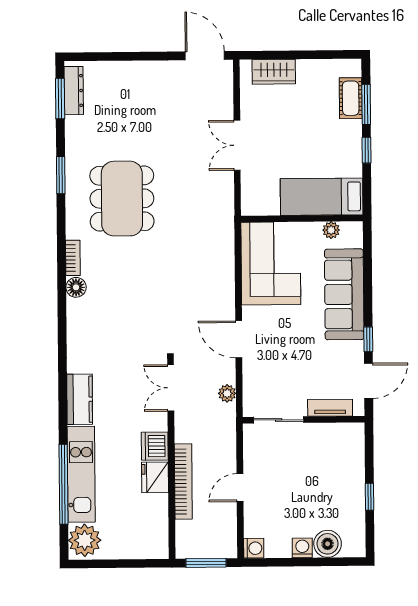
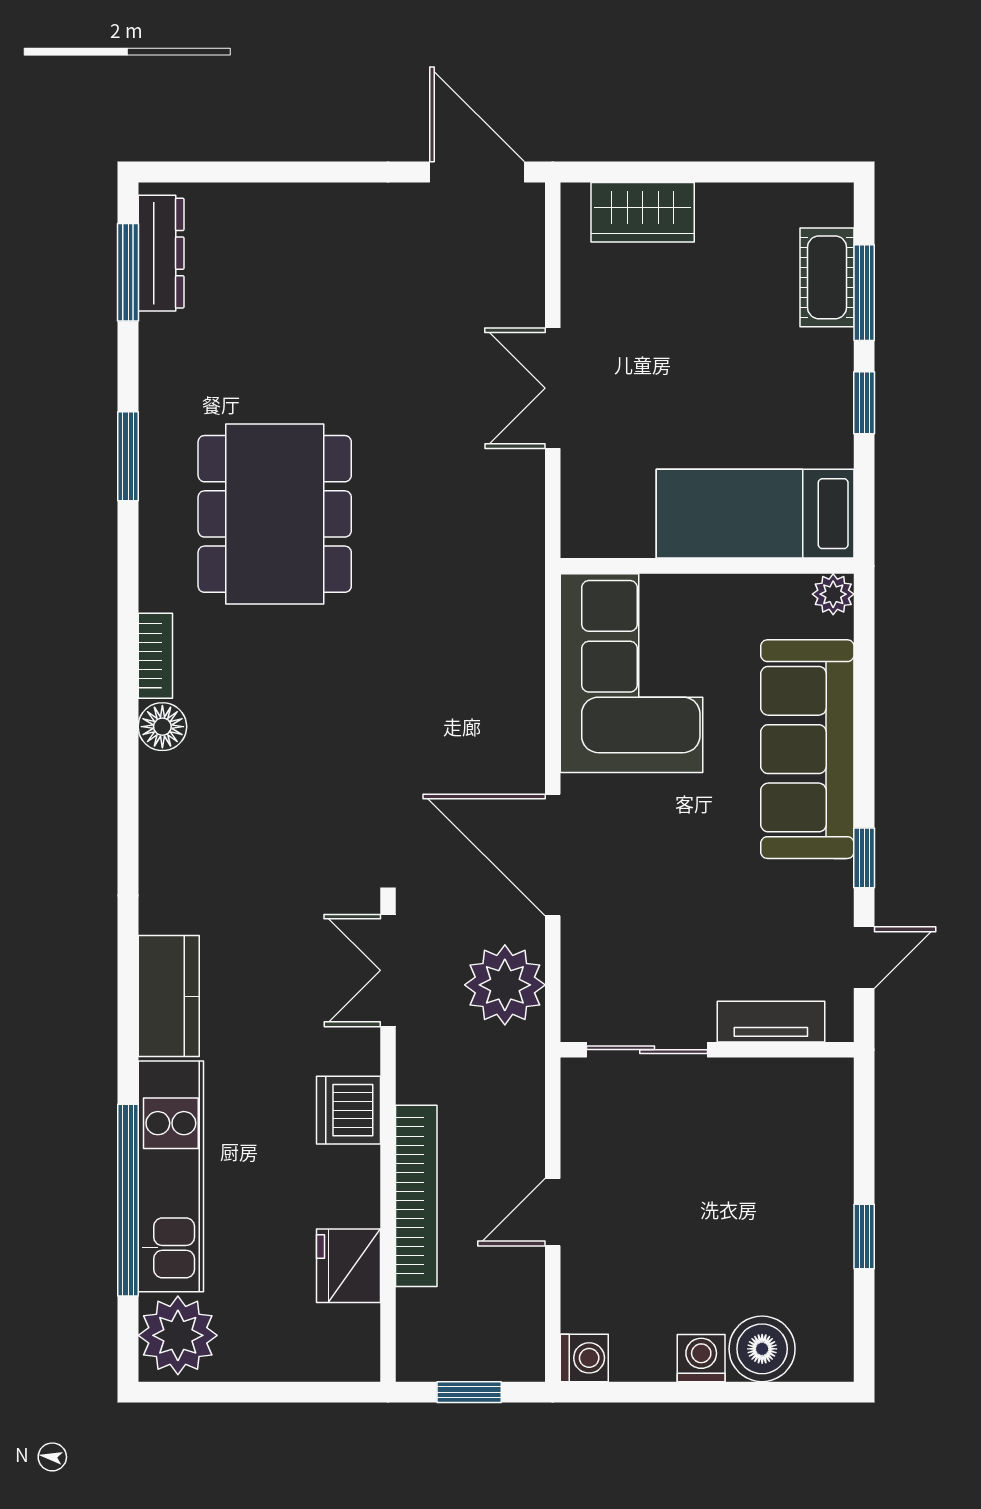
plant: (331, 230) -> (833, 594), moved
door: (239, 339) -> (553, 855), width x1.36
door: (369, 381) -> (864, 958), width x0.73
plant: (227, 393) -> (505, 985), width x1.88, depth x1.88
fridge: (155, 477) -> (348, 1266), moved
window: (206, 563) -> (469, 1392), width x0.67

